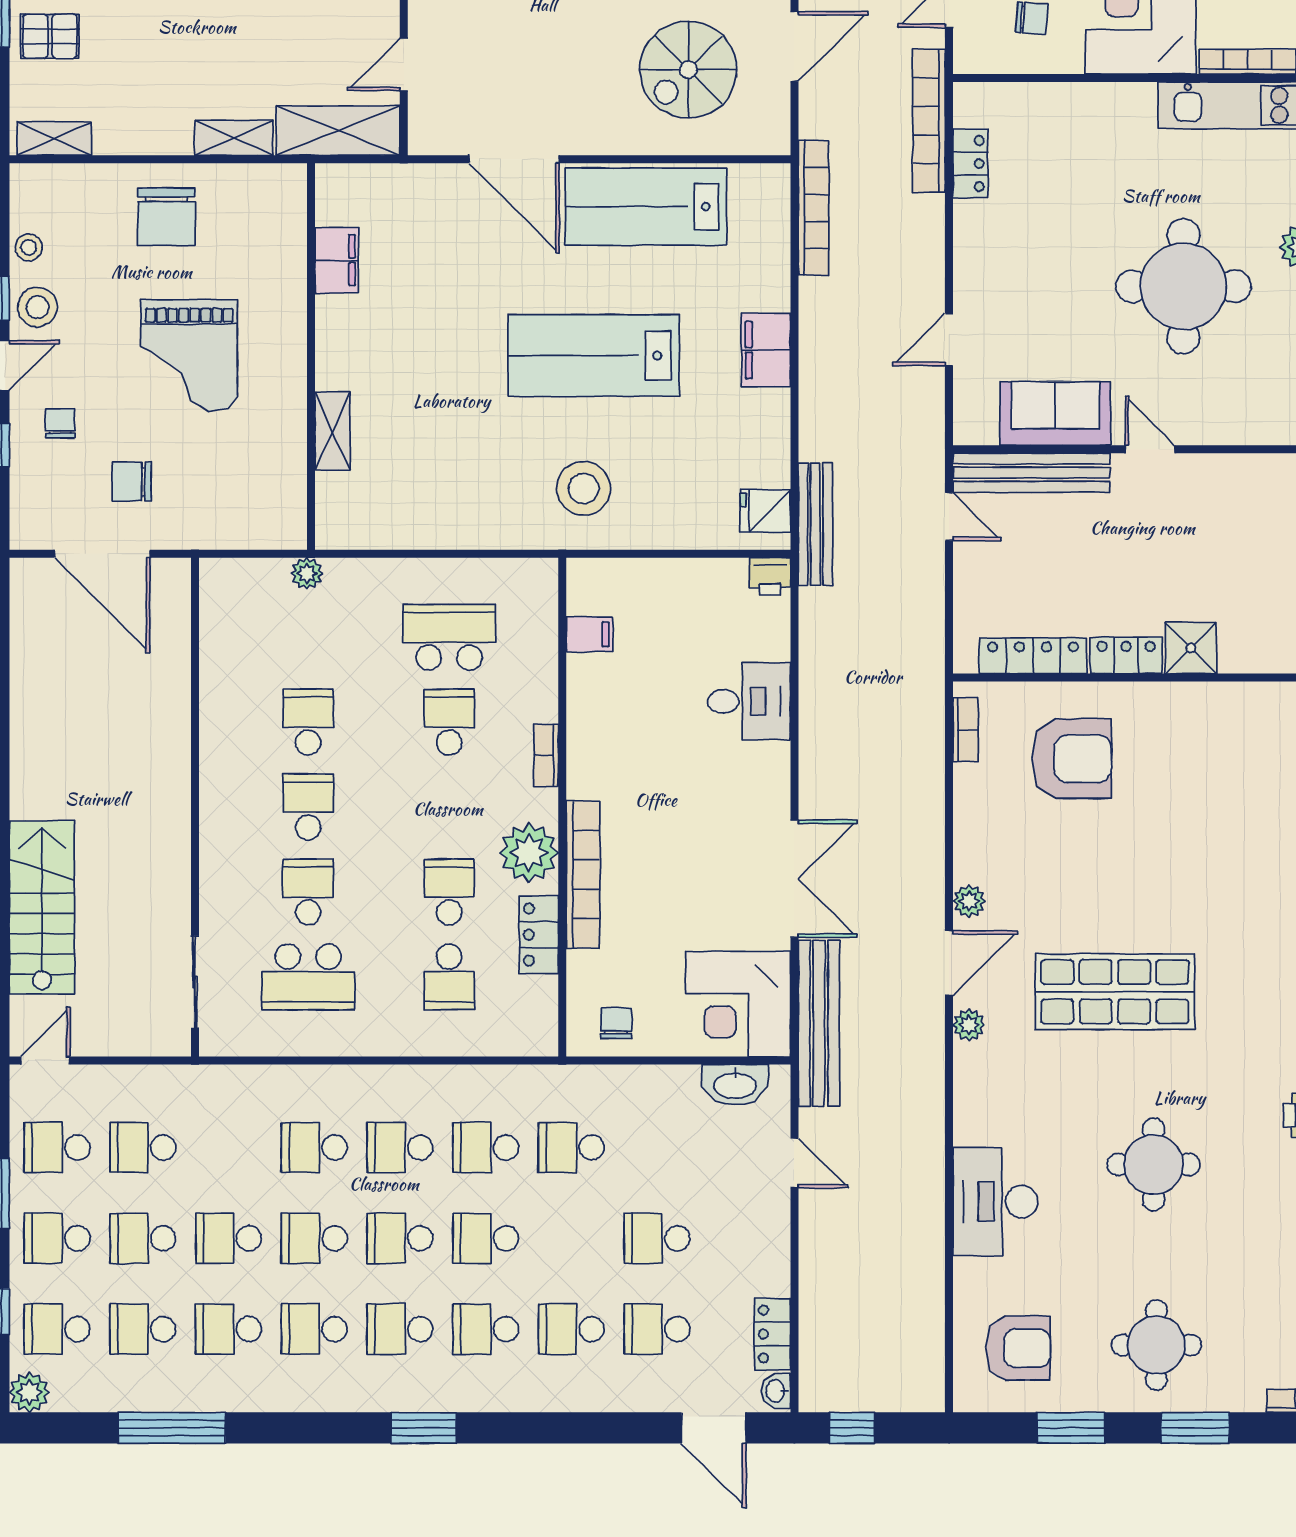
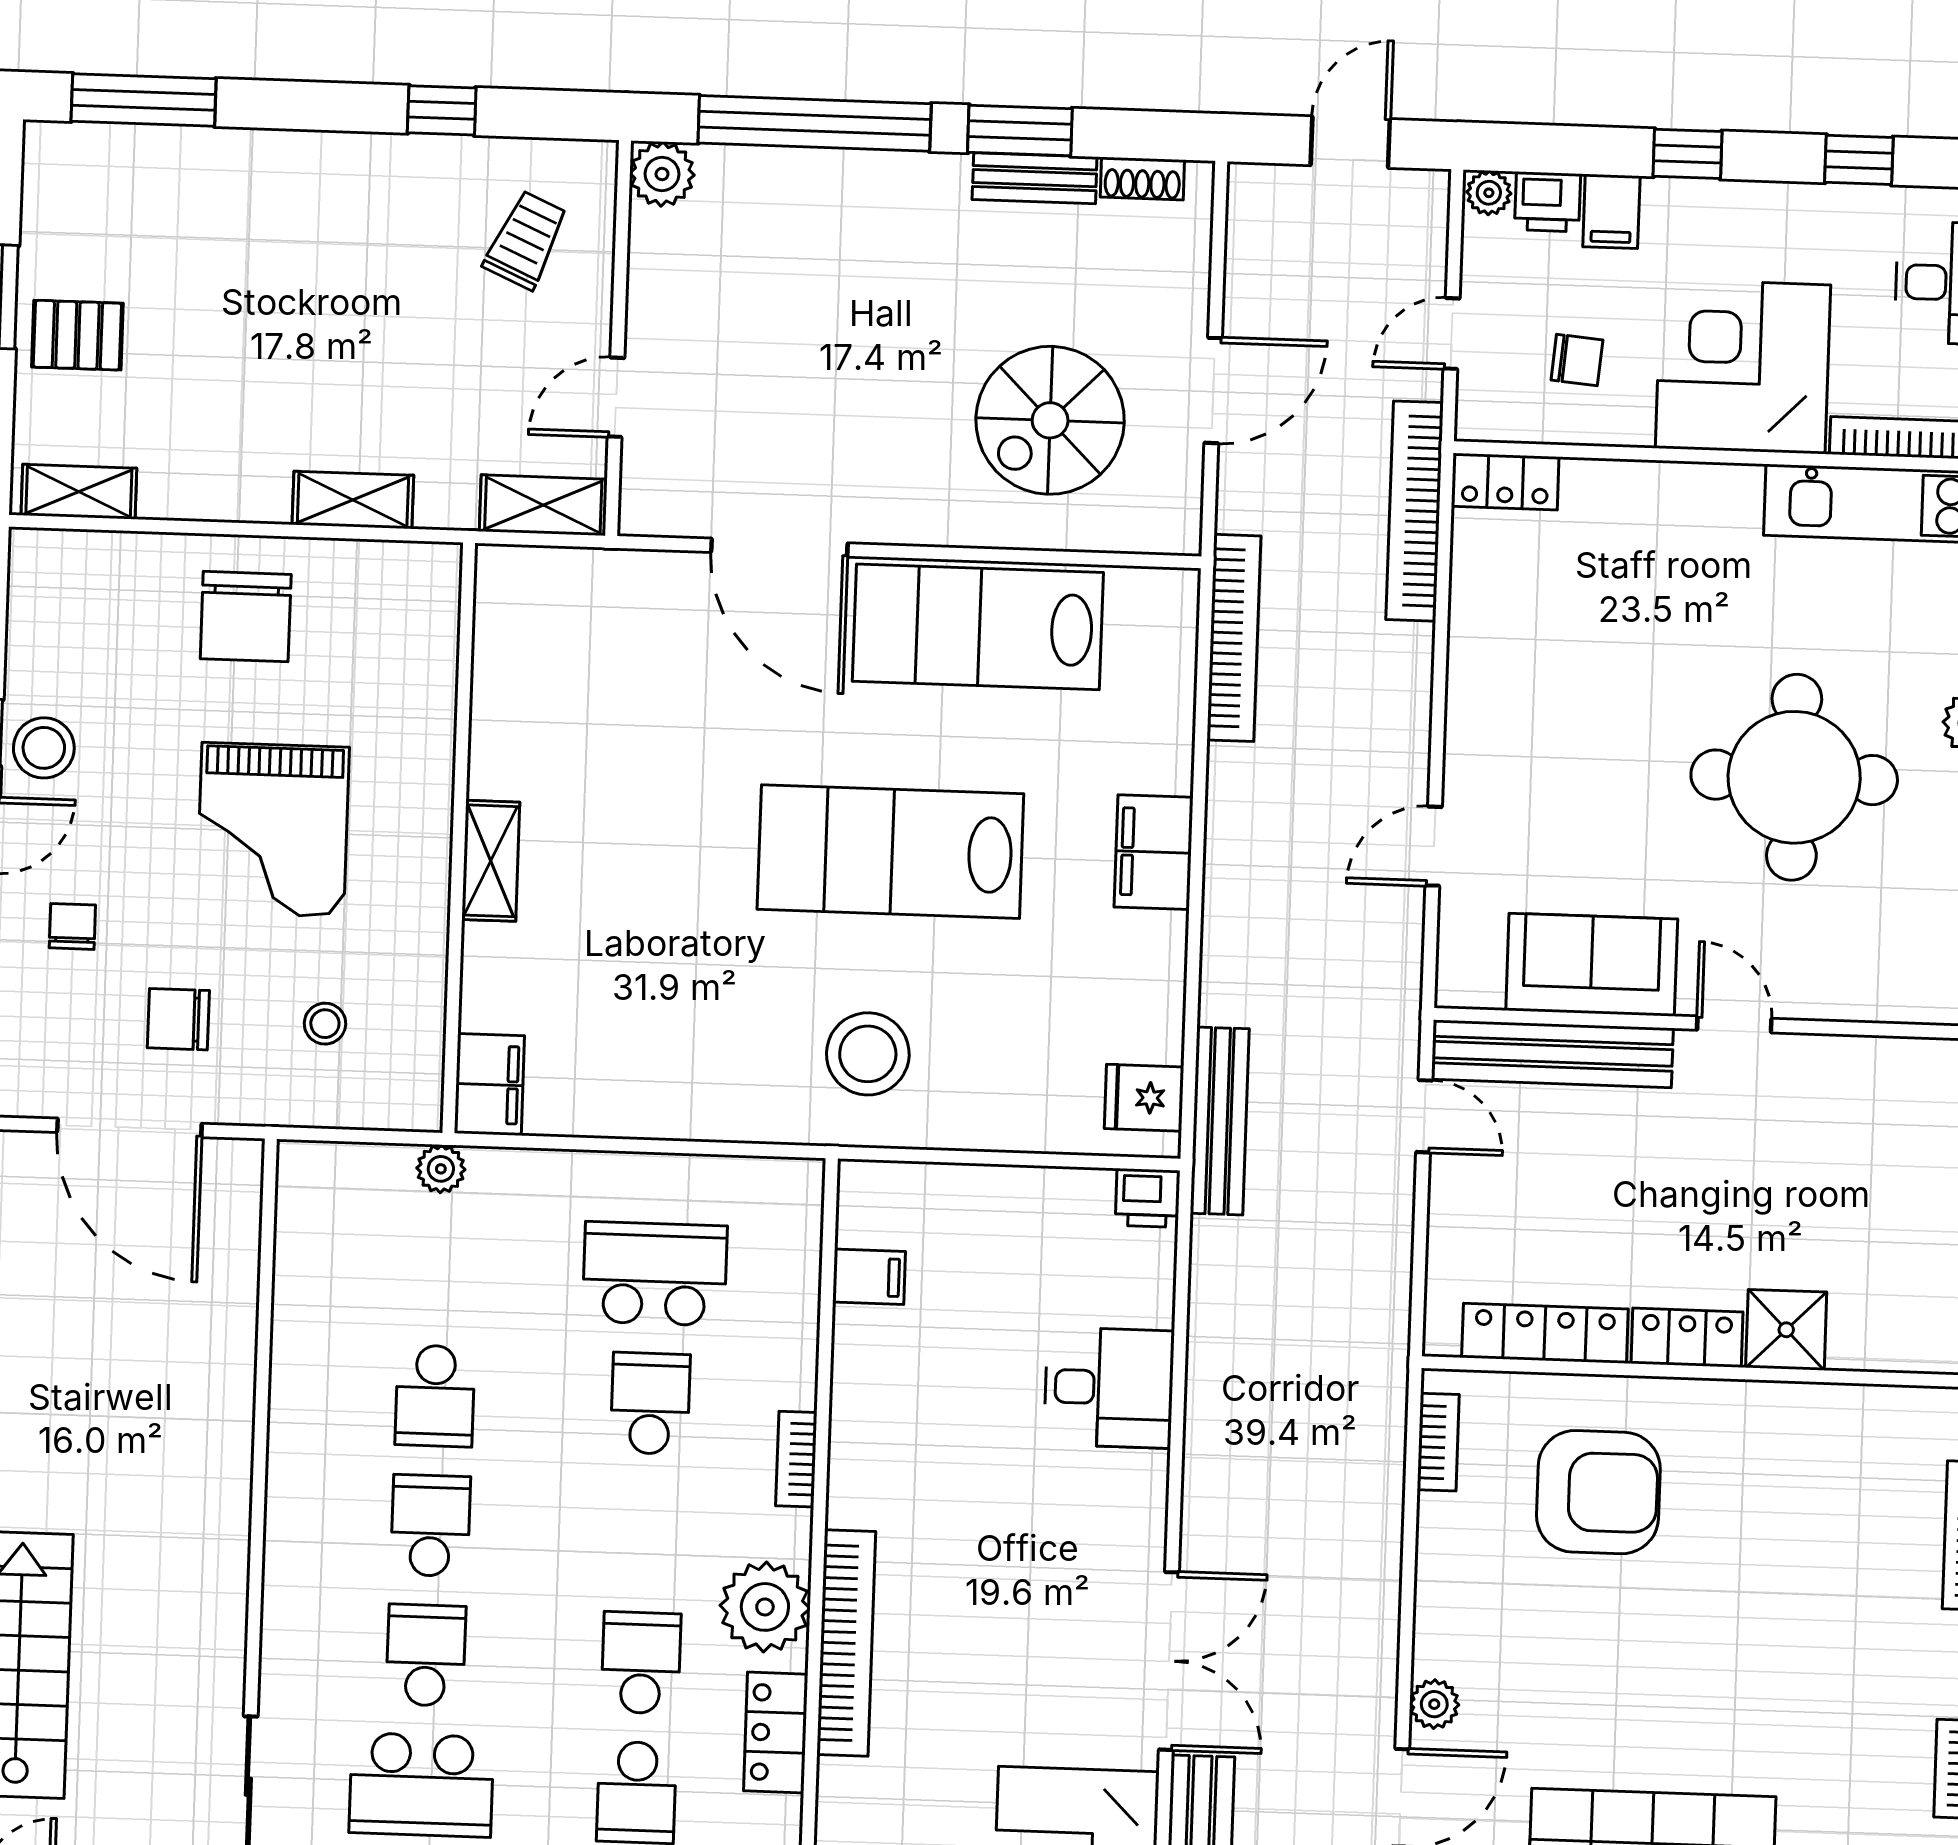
shelving: (338, 131) -> (543, 505), width x0.67, depth x0.75
locker: (970, 164) -> (1505, 482), moved, turned 90
stool: (29, 247) -> (325, 1024), moved
filing cabinet: (337, 260) -> (489, 1084), moved
shelving: (332, 431) -> (491, 861), moved
school desk: (308, 722) -> (435, 1396), turned 180

